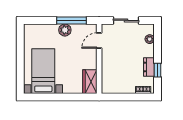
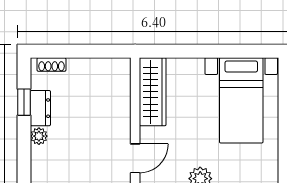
plant: (150, 39) -> (39, 136), moved
wardrobe: (90, 82) -> (153, 92), width x1.50

